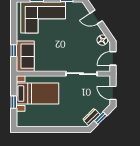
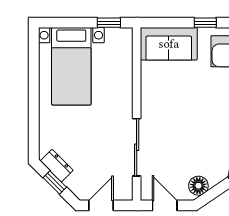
window: (14, 51) -> (205, 23), moved
bed with nightstands: (38, 94) -> (71, 66), moved
window: (14, 102) -> (109, 23), moved

